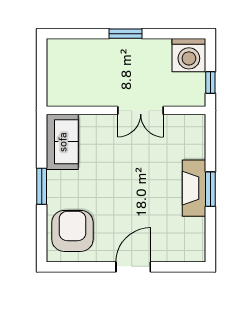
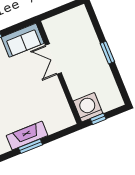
washing machine: (189, 55) -> (88, 107), moved, turned 90
double door: (141, 110) -> (53, 59), moved

